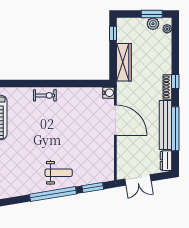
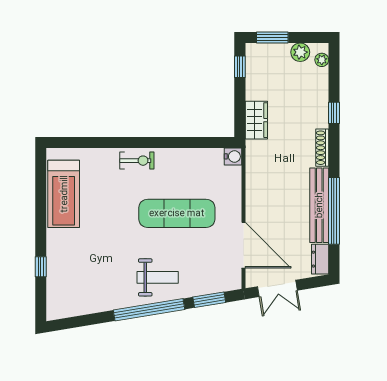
window: (152, 14) -> (272, 37), moved
wardrobe: (124, 62) -> (256, 120), width x0.67
window: (175, 81) -> (334, 113), moved
door: (115, 120) -> (243, 245), moved
exercise mat: (71, 130) -> (177, 213), added

